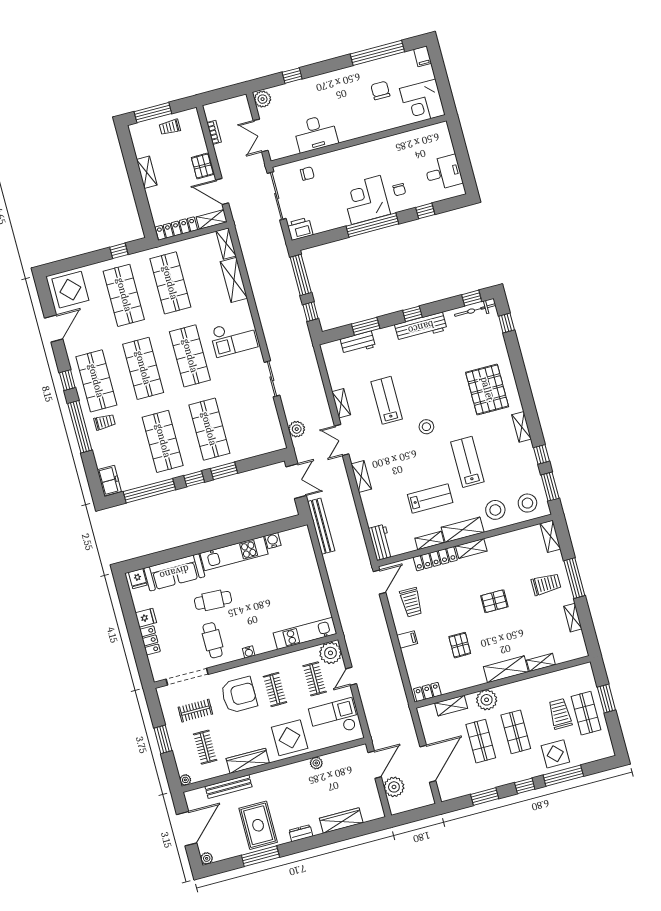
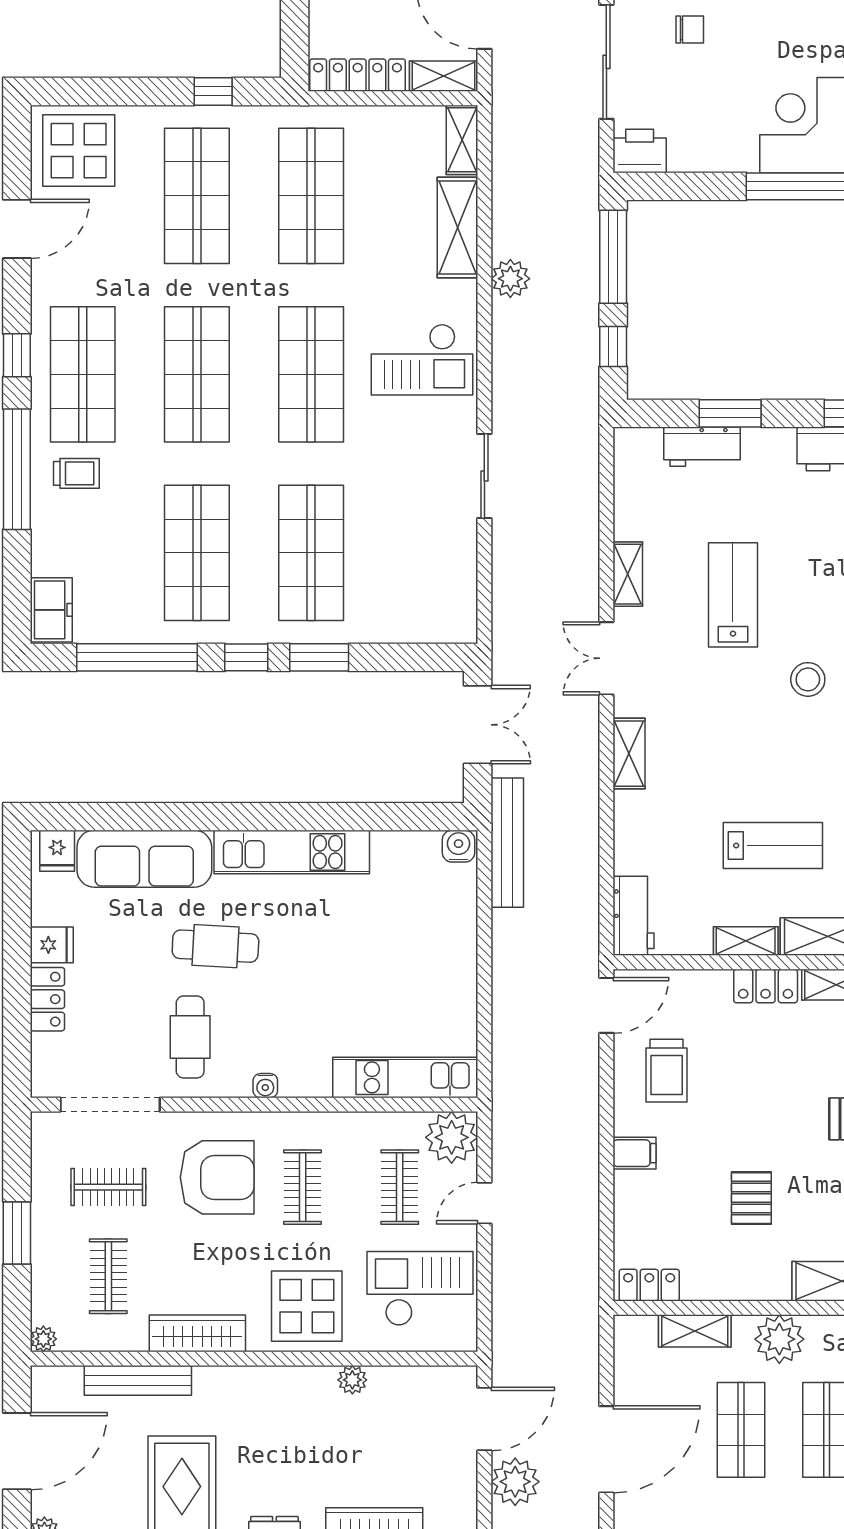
plant: (297, 429) -> (510, 279), moved
water cooler: (273, 541) -> (458, 846), moved
locker: (435, 559) -> (766, 986), width x0.66

